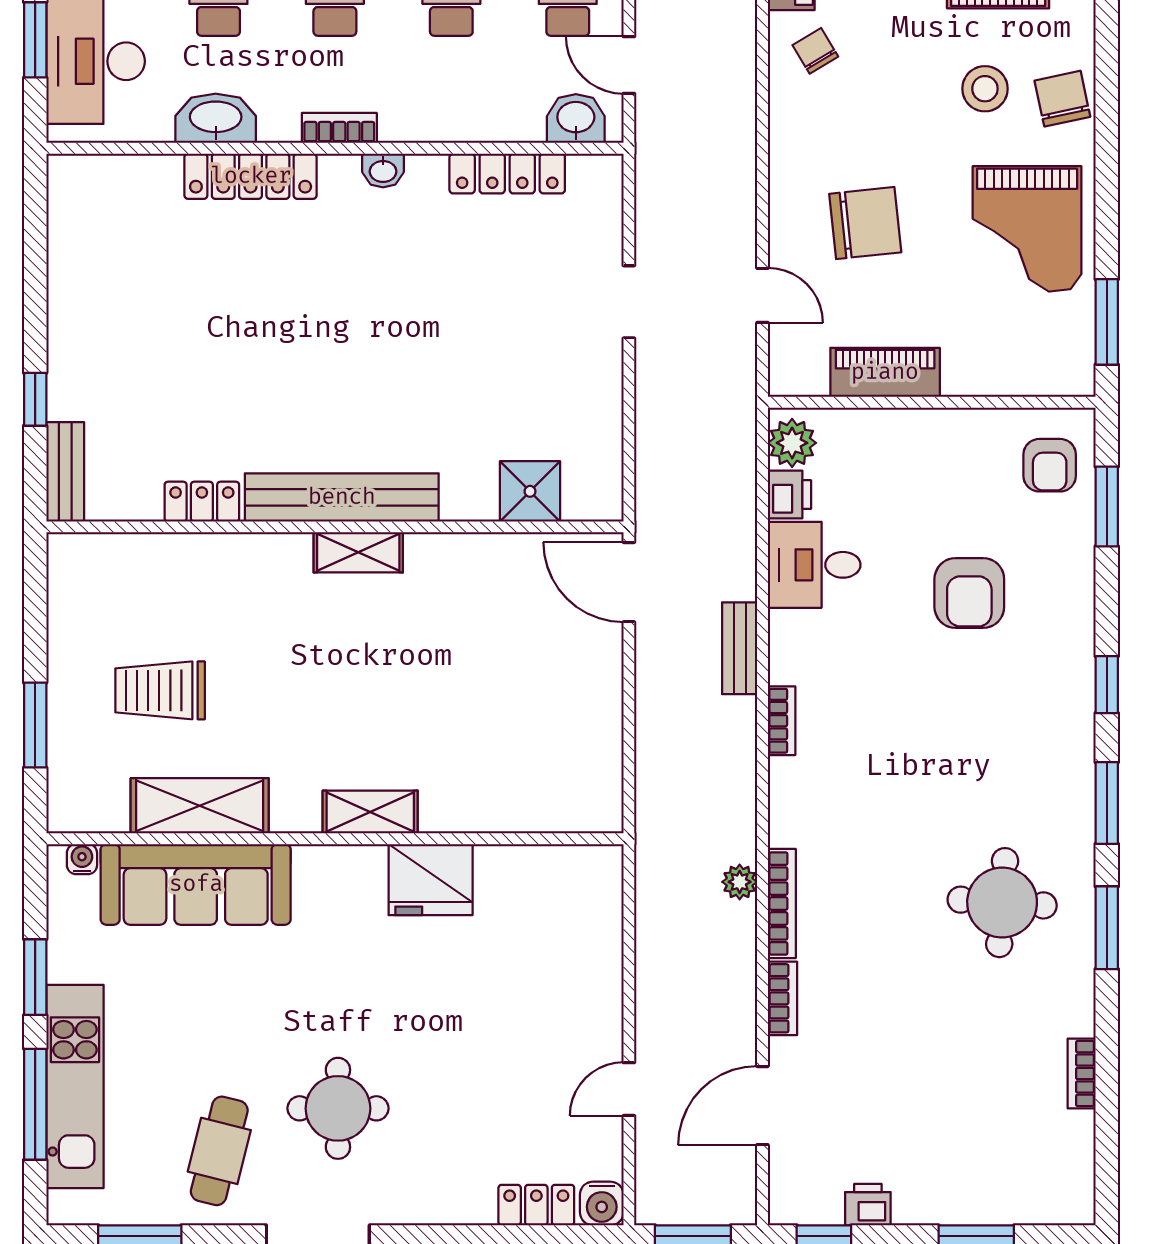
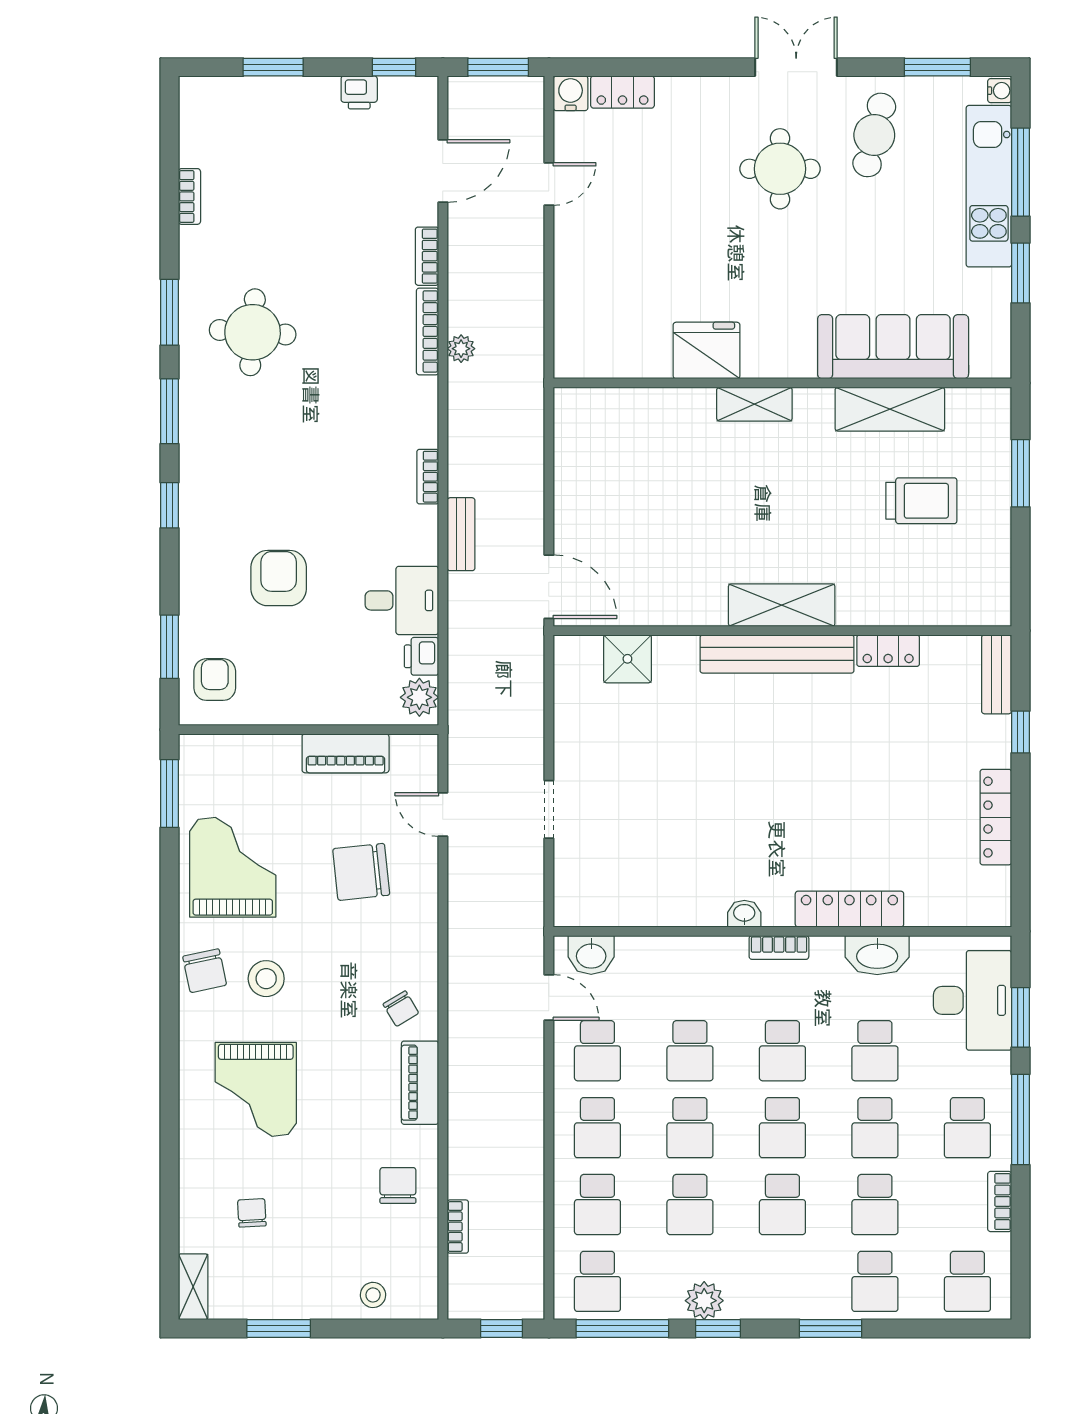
locker: (507, 174) -> (996, 817), moved, turned -90
shelving: (358, 552) -> (782, 605), width x1.50, depth x1.33
water cooler: (82, 859) -> (1000, 91), moved, turned -90

